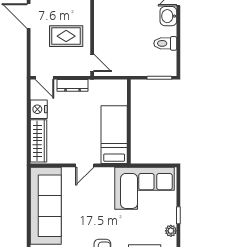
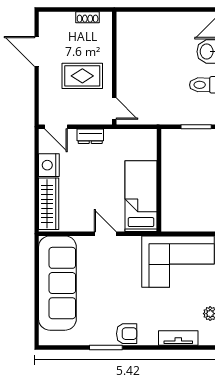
dresser: (73, 85) -> (90, 136), width x0.70
door: (85, 165) -> (105, 234), swing flipped

